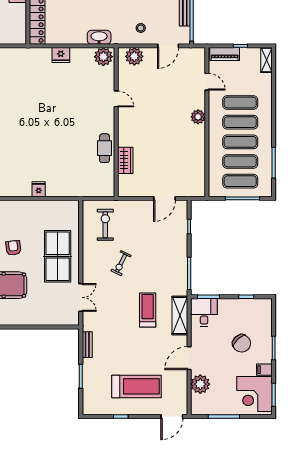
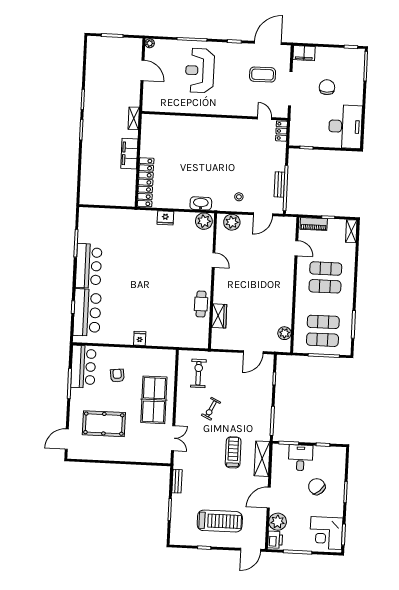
plant: (198, 117) -> (284, 333), moved
exercise mat: (240, 142) -> (324, 304), removed
armchair: (13, 248) -> (117, 376), moved
desk: (204, 312) -> (300, 458), moved
chair: (242, 343) -> (317, 487), turned 180
filing cabinet: (264, 370) -> (336, 511), removed
printer: (198, 404) -> (275, 540), added

